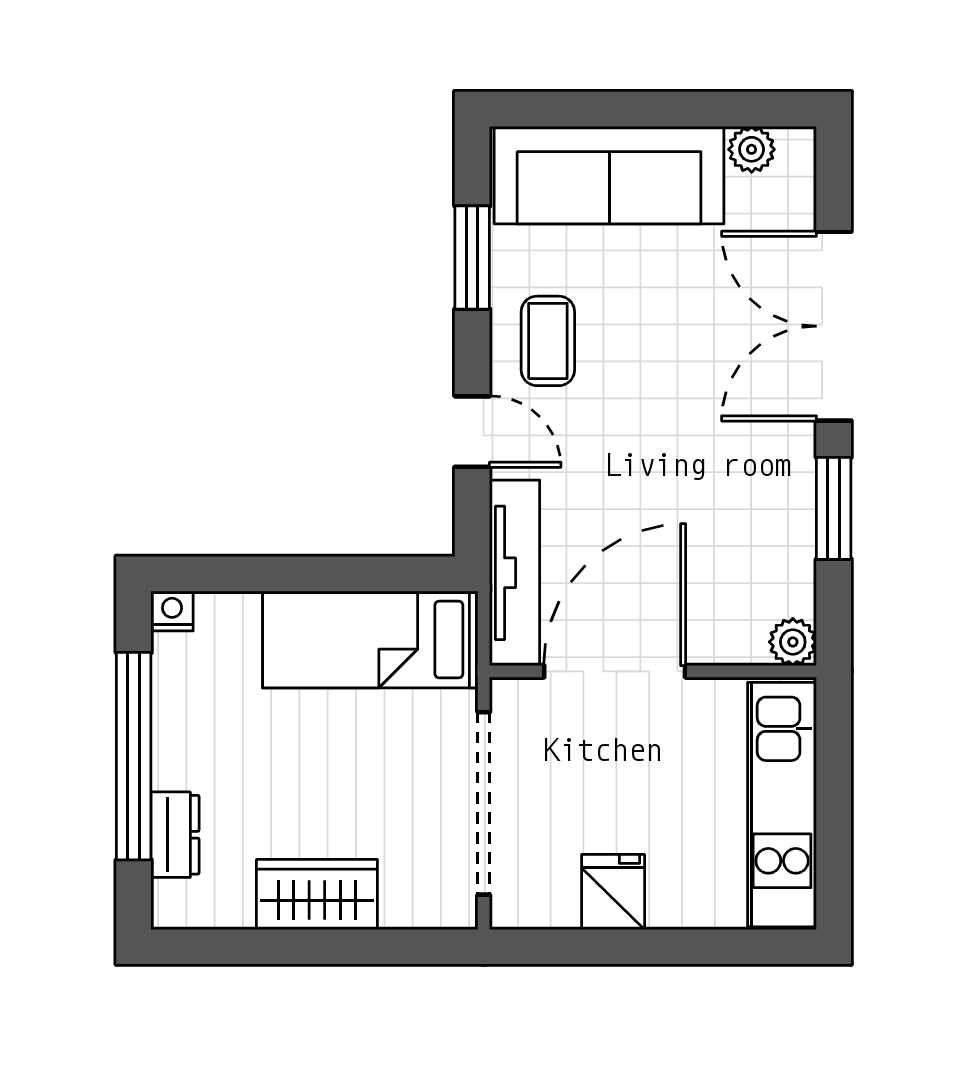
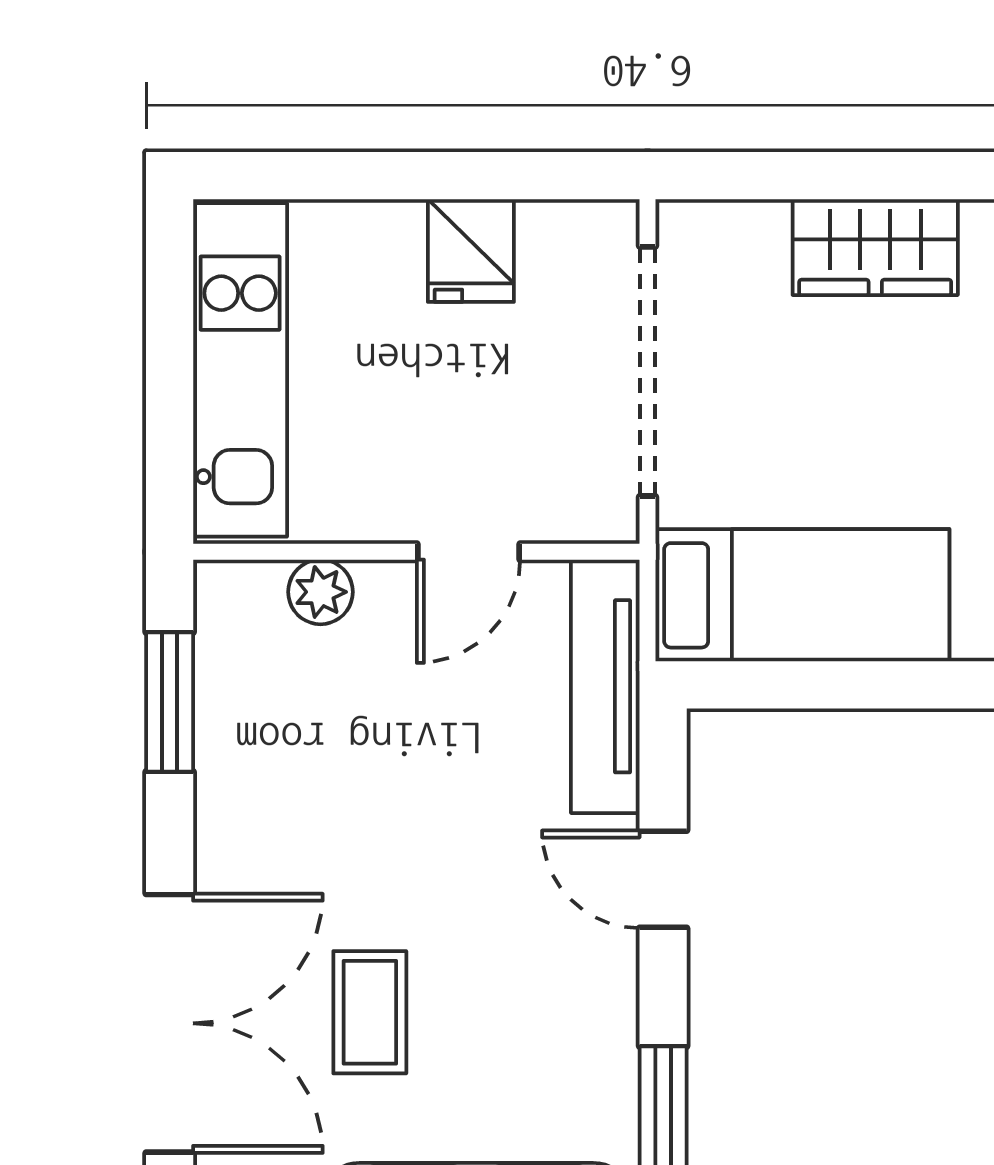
coffee table: (548, 341) -> (370, 1012), moved
window: (834, 508) -> (170, 702), moved
plant: (793, 642) -> (320, 592), moved
door: (615, 671) -> (469, 552), width x0.53

